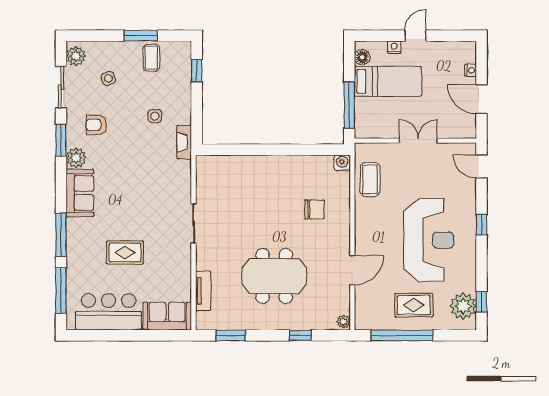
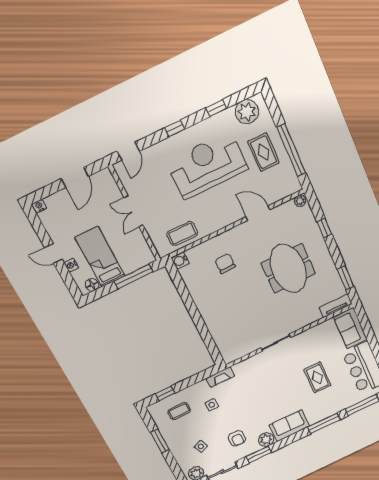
coffee table: (151, 58) -> (179, 411), moved
nightstand: (470, 70) -> (39, 206), moved
tv unit: (203, 291) -> (336, 306), moved
window: (482, 302) -> (216, 108), moved

